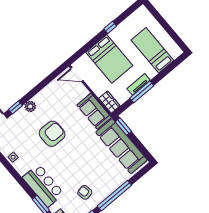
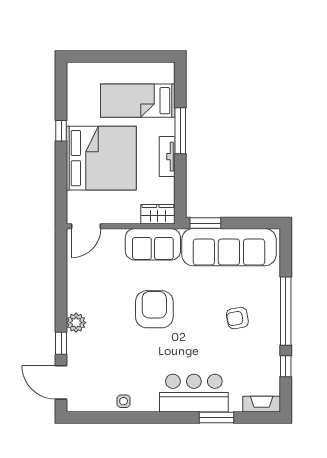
bed: (109, 59) -> (101, 158), width x1.36
window: (142, 92) -> (180, 131), moved
armchair: (52, 134) -> (154, 309), moved
armchair: (85, 192) -> (237, 318), moved

